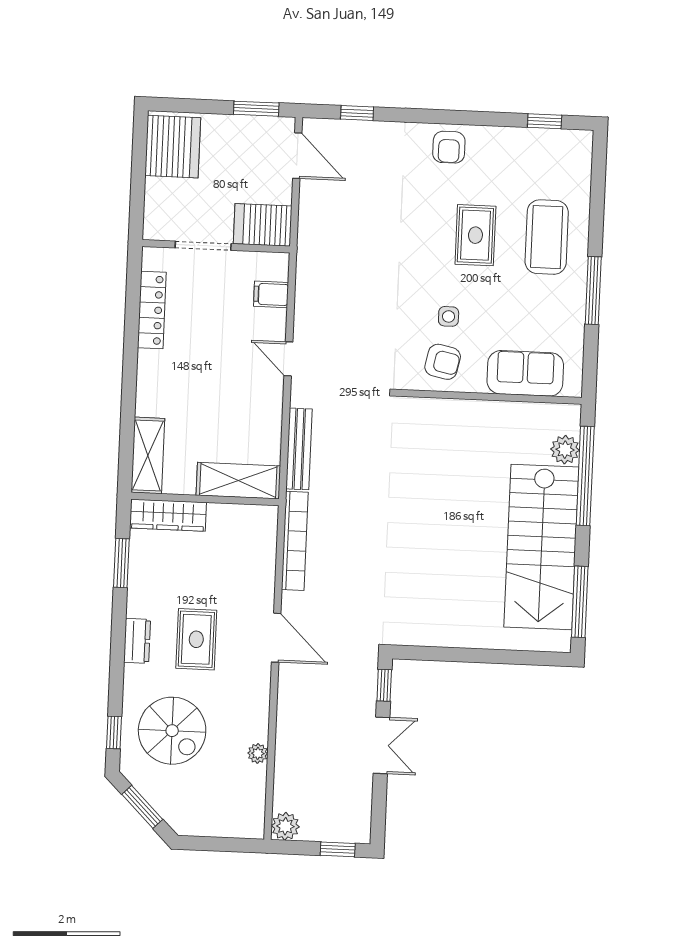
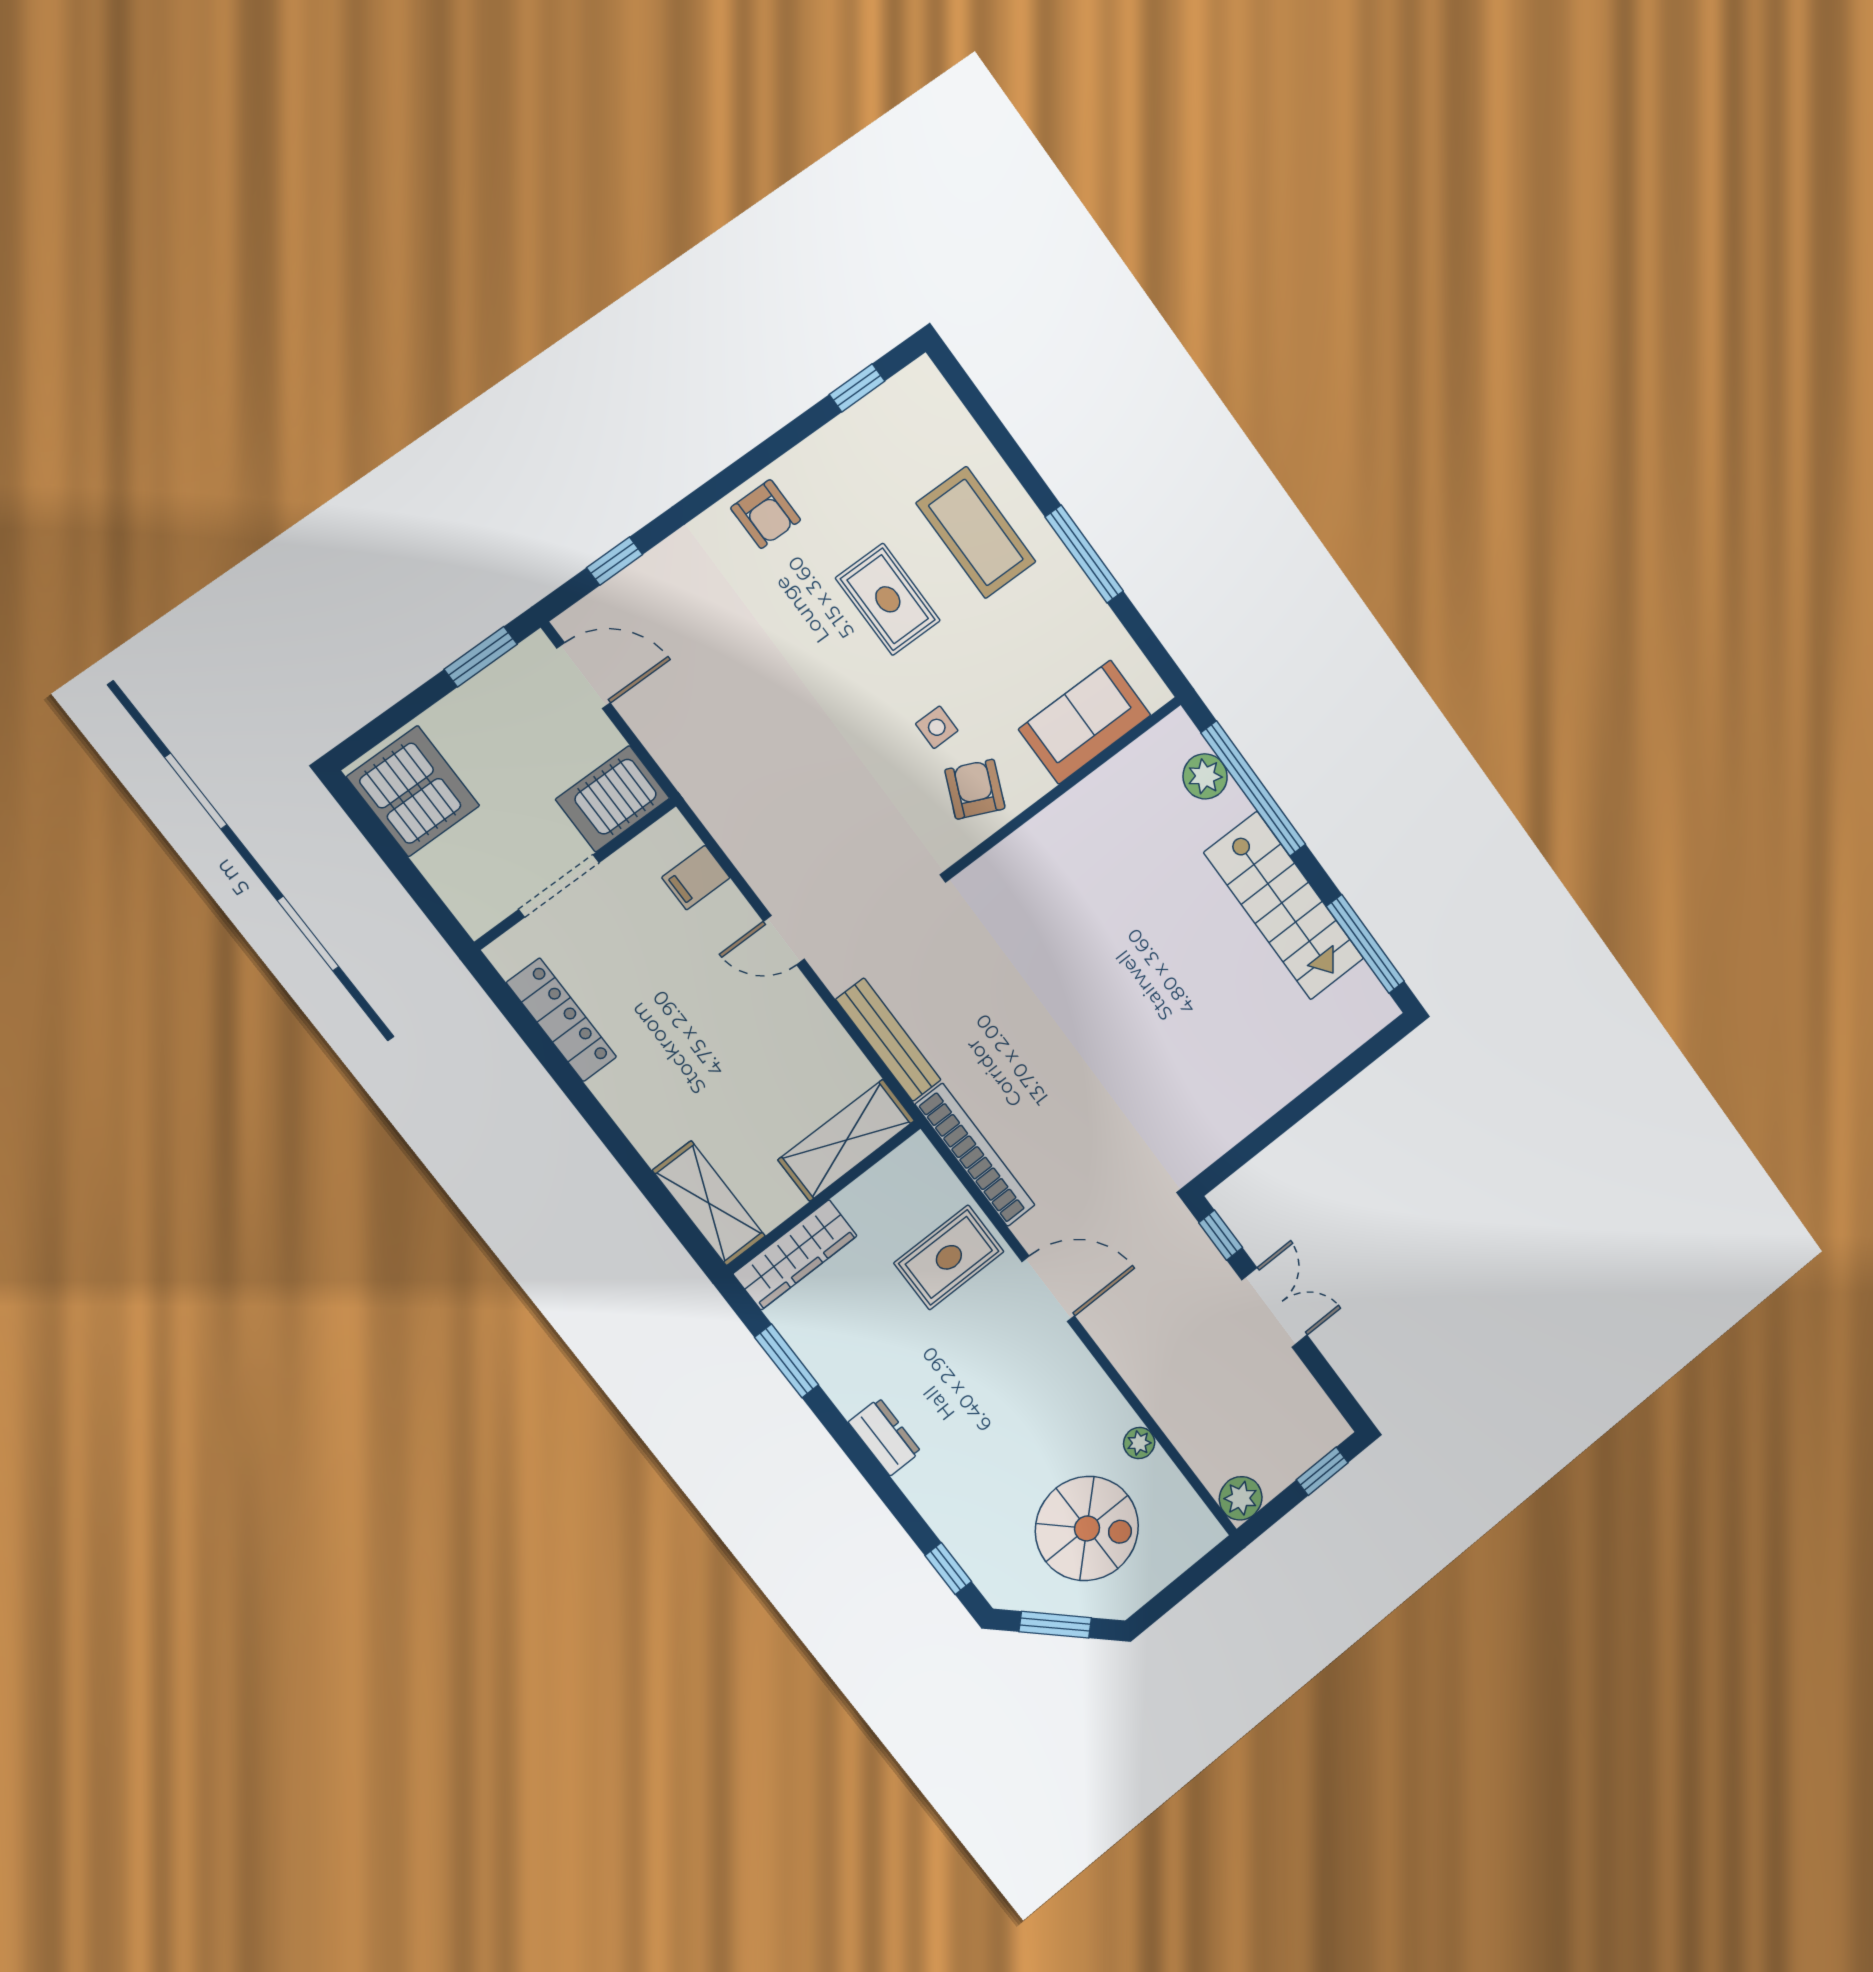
armchair: (443, 362) -> (975, 789), turned -78
stairs: (541, 547) -> (1284, 906), width x0.73, depth x0.66
rug: (196, 639) -> (949, 1257), moved, turned 90
spiral stairs: (172, 731) -> (1087, 1528), moved

